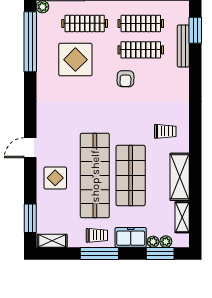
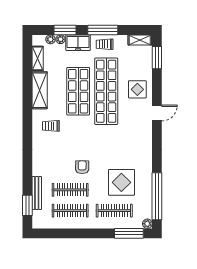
window: (160, 253) -> (65, 30), moved

